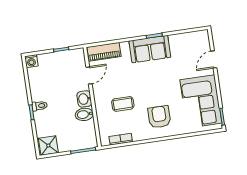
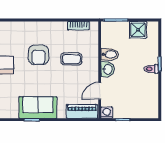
washing machine: (31, 61) -> (107, 113), moved
armchair: (159, 117) -> (38, 55), moved
shower: (48, 146) -> (138, 30), moved

